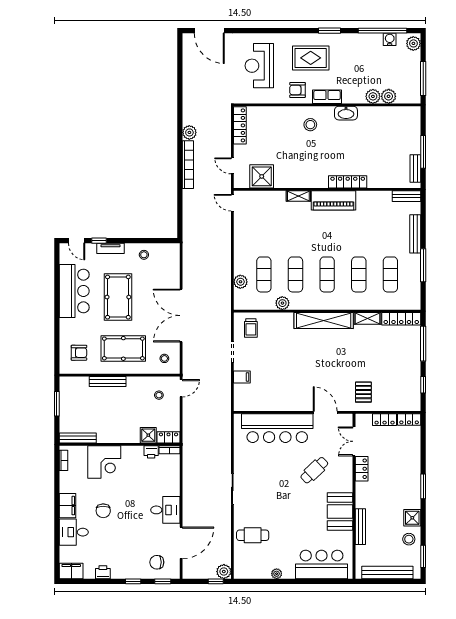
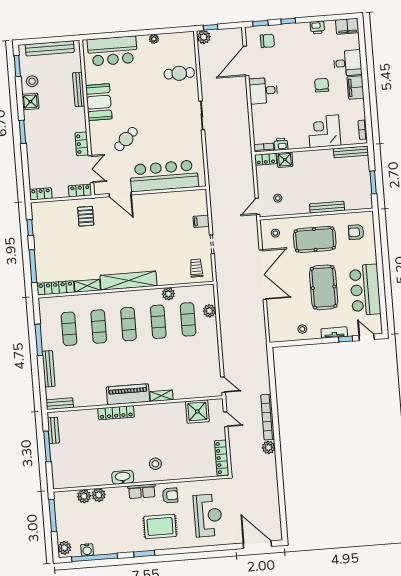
locker: (385, 420) -> (80, 191), moved

